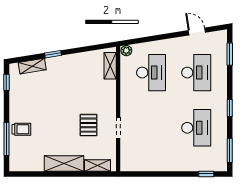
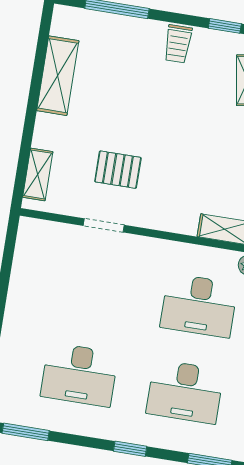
window: (230, 108) -> (130, 449), moved
trolley: (21, 129) -> (178, 44), moved
shelving: (64, 164) -> (58, 76), moved

